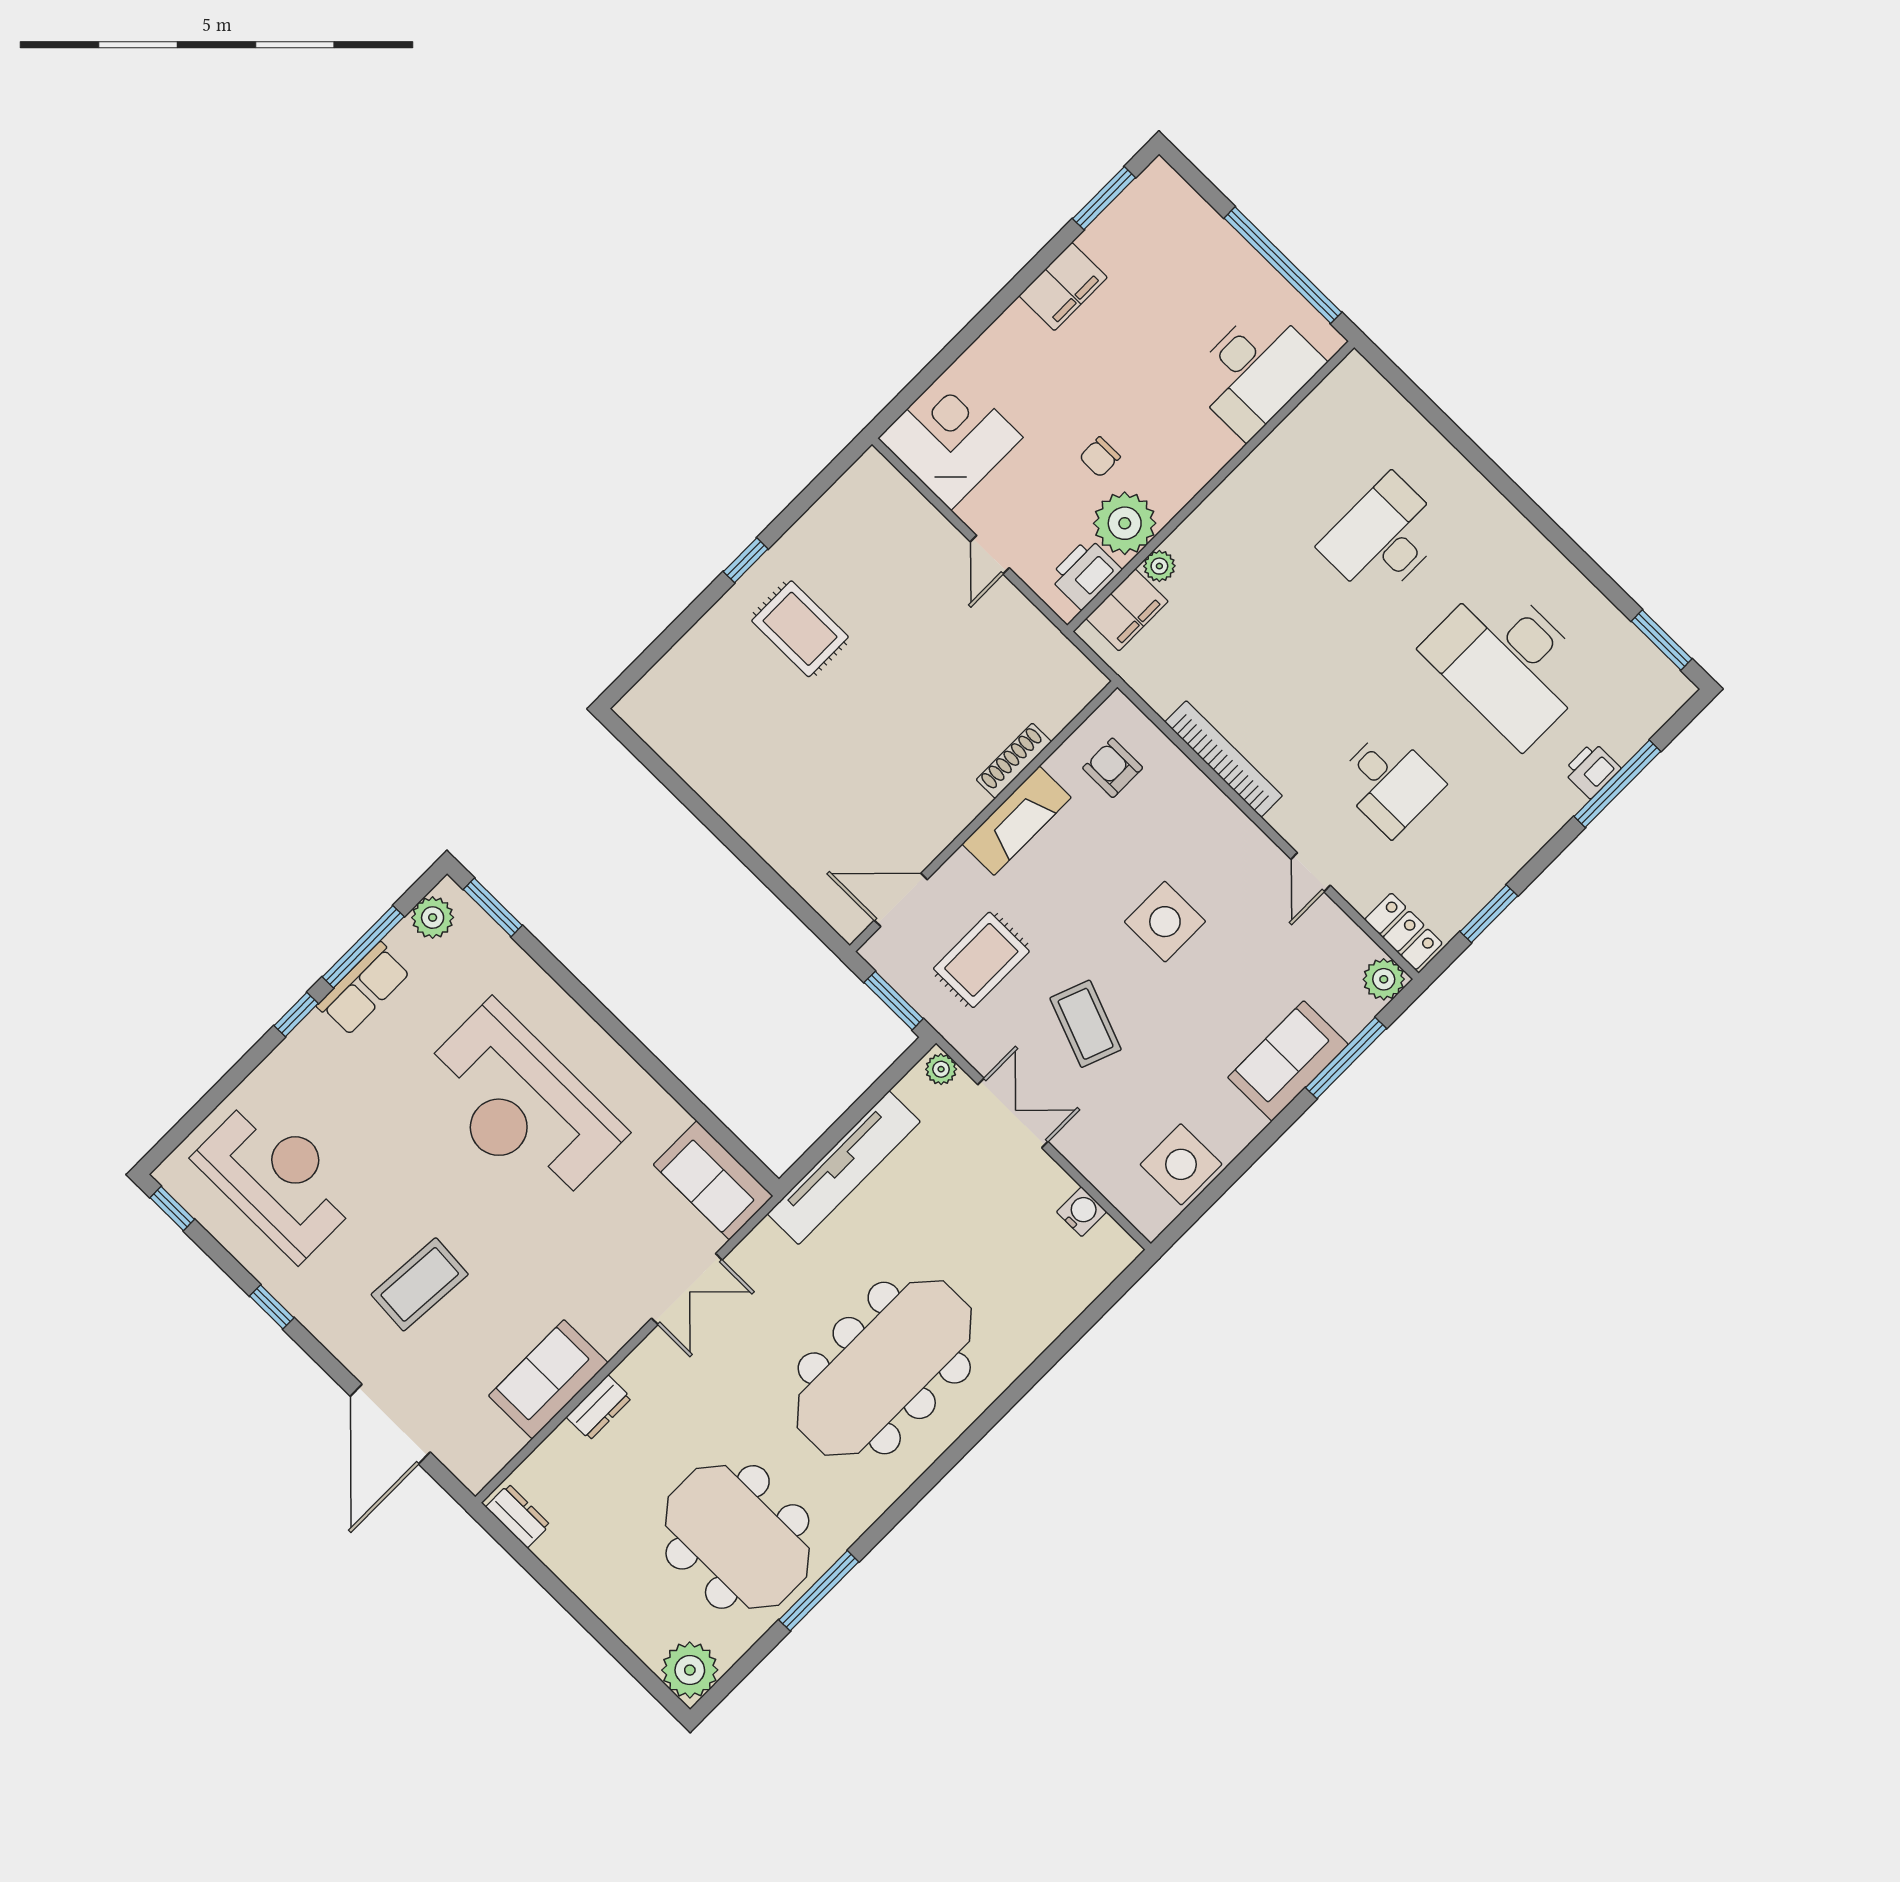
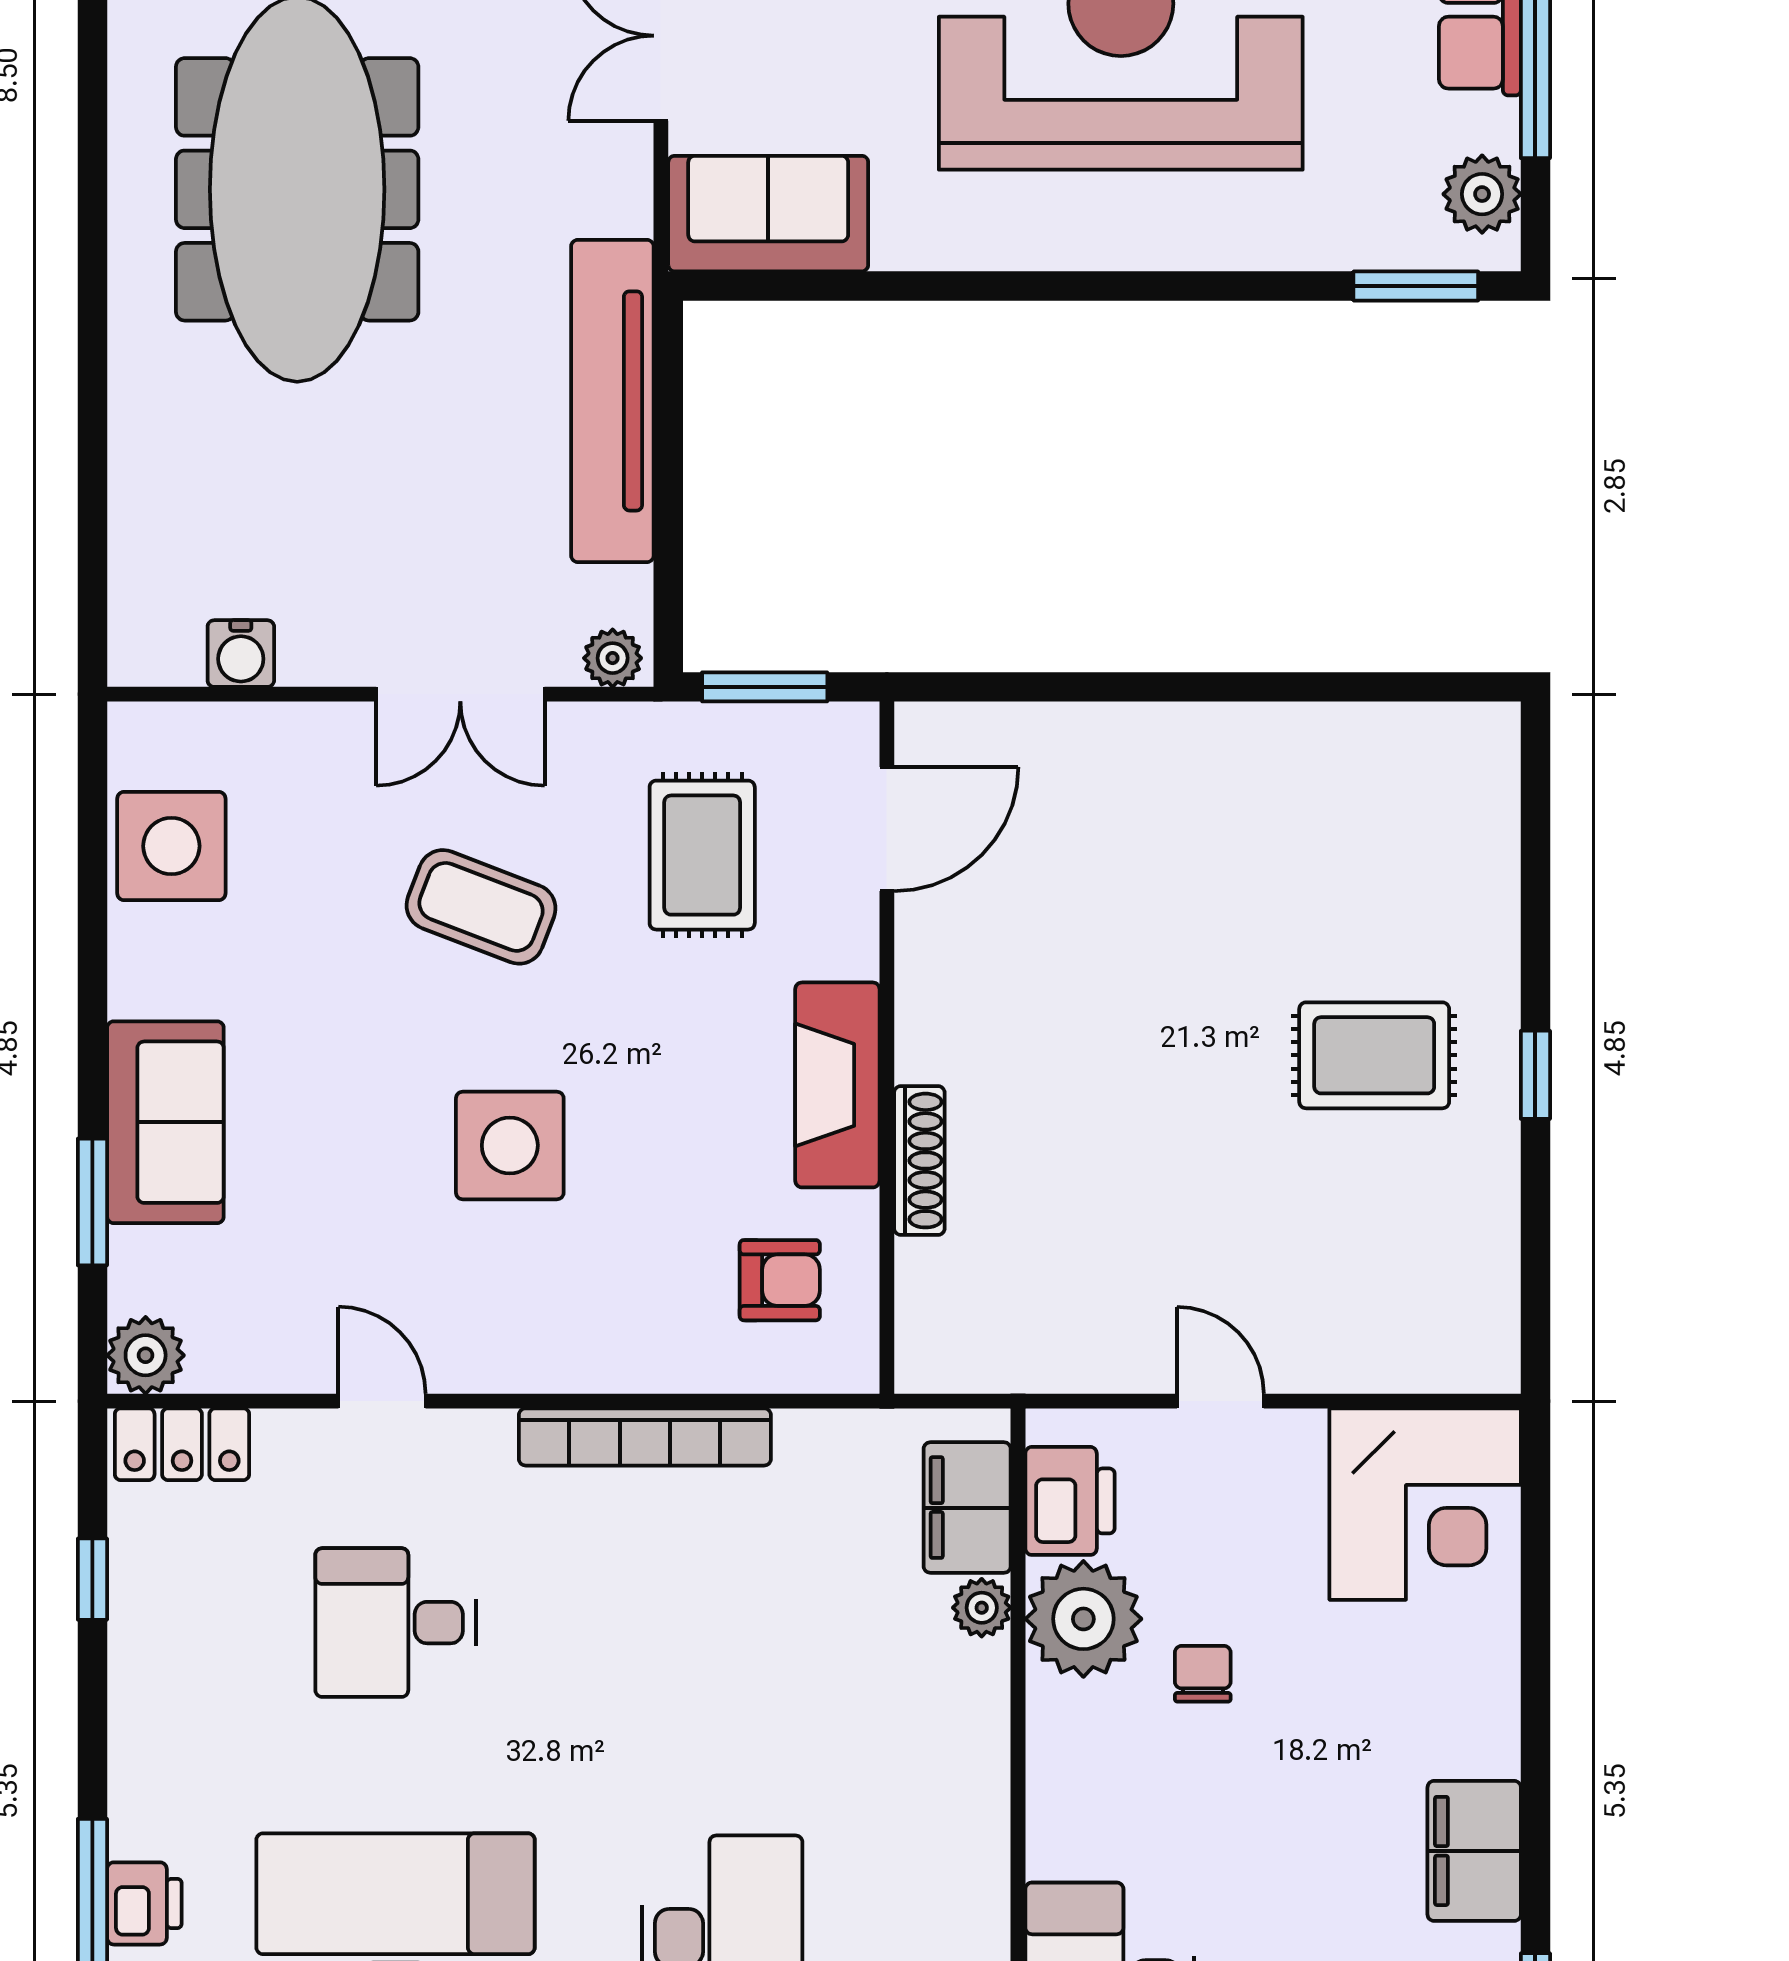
window: (1489, 914) -> (92, 1579), width x0.67
window: (1346, 1058) -> (92, 1202), width x0.69

